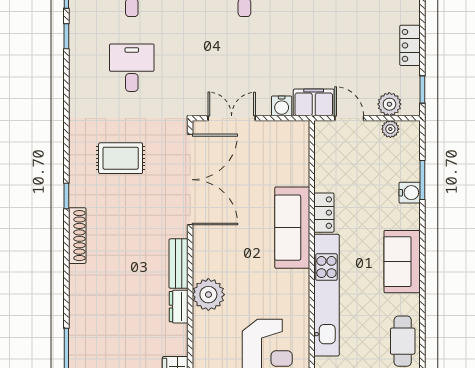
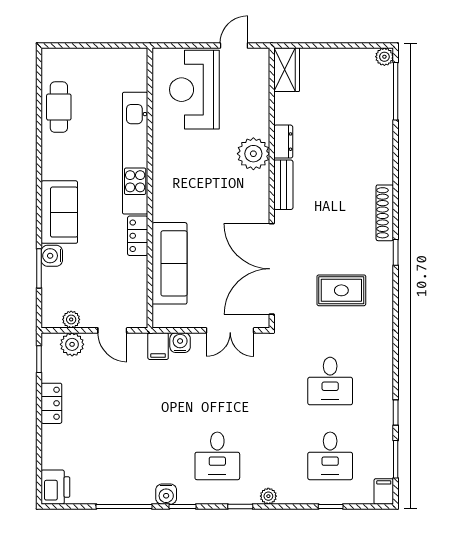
filing cabinet: (314, 102) -> (158, 346), width x0.50
sofa: (292, 228) -> (169, 263), moved
sofa: (402, 262) -> (59, 212), moved

